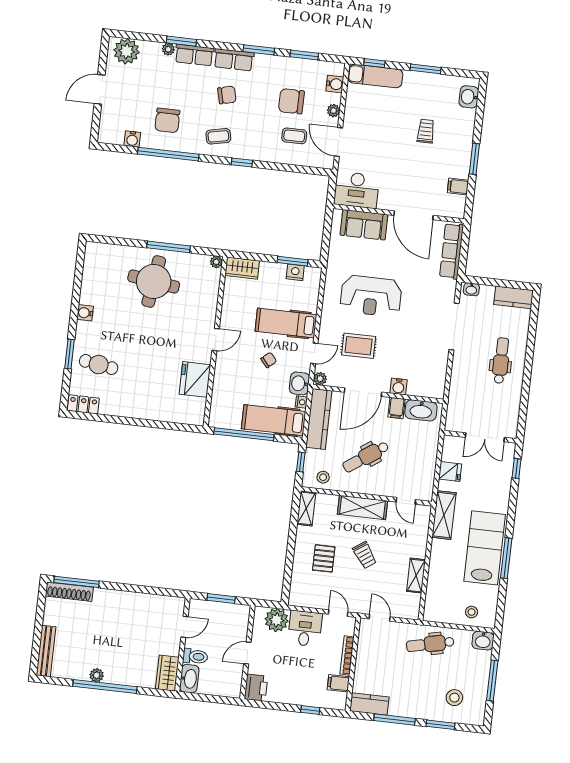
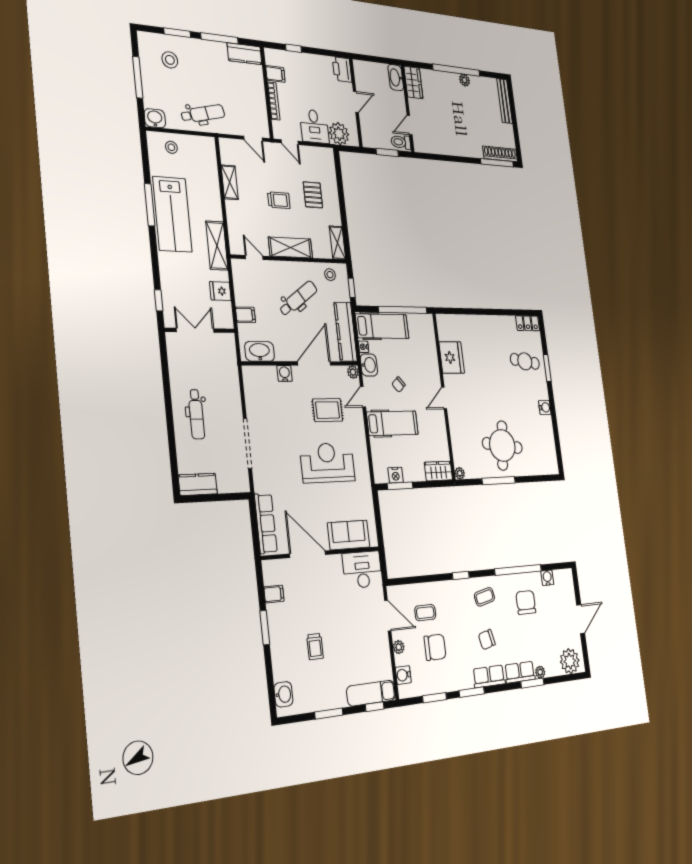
washbasin: (471, 289) -> (239, 486), removed
filing cabinet: (397, 408) -> (245, 315), moved, turned 90
trolley: (365, 555) -> (279, 200), turned 125
toilet: (195, 656) -> (401, 142), moved

